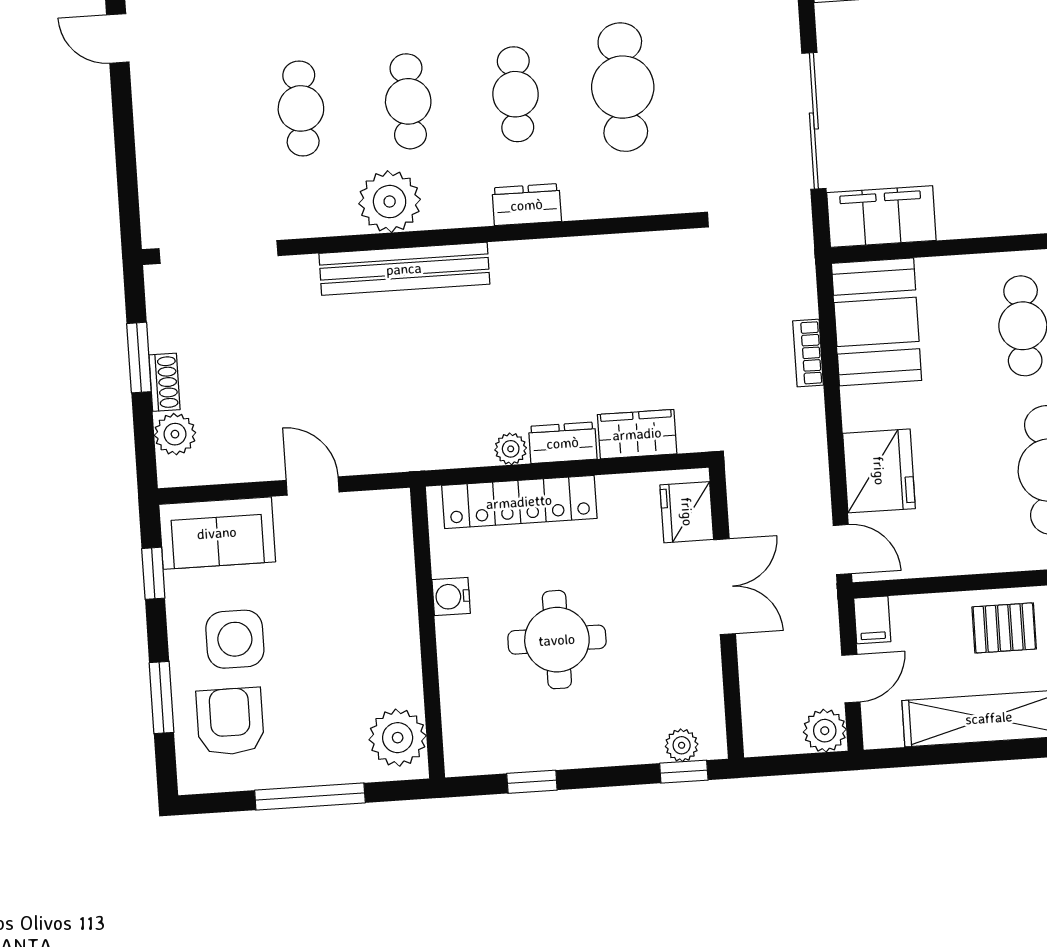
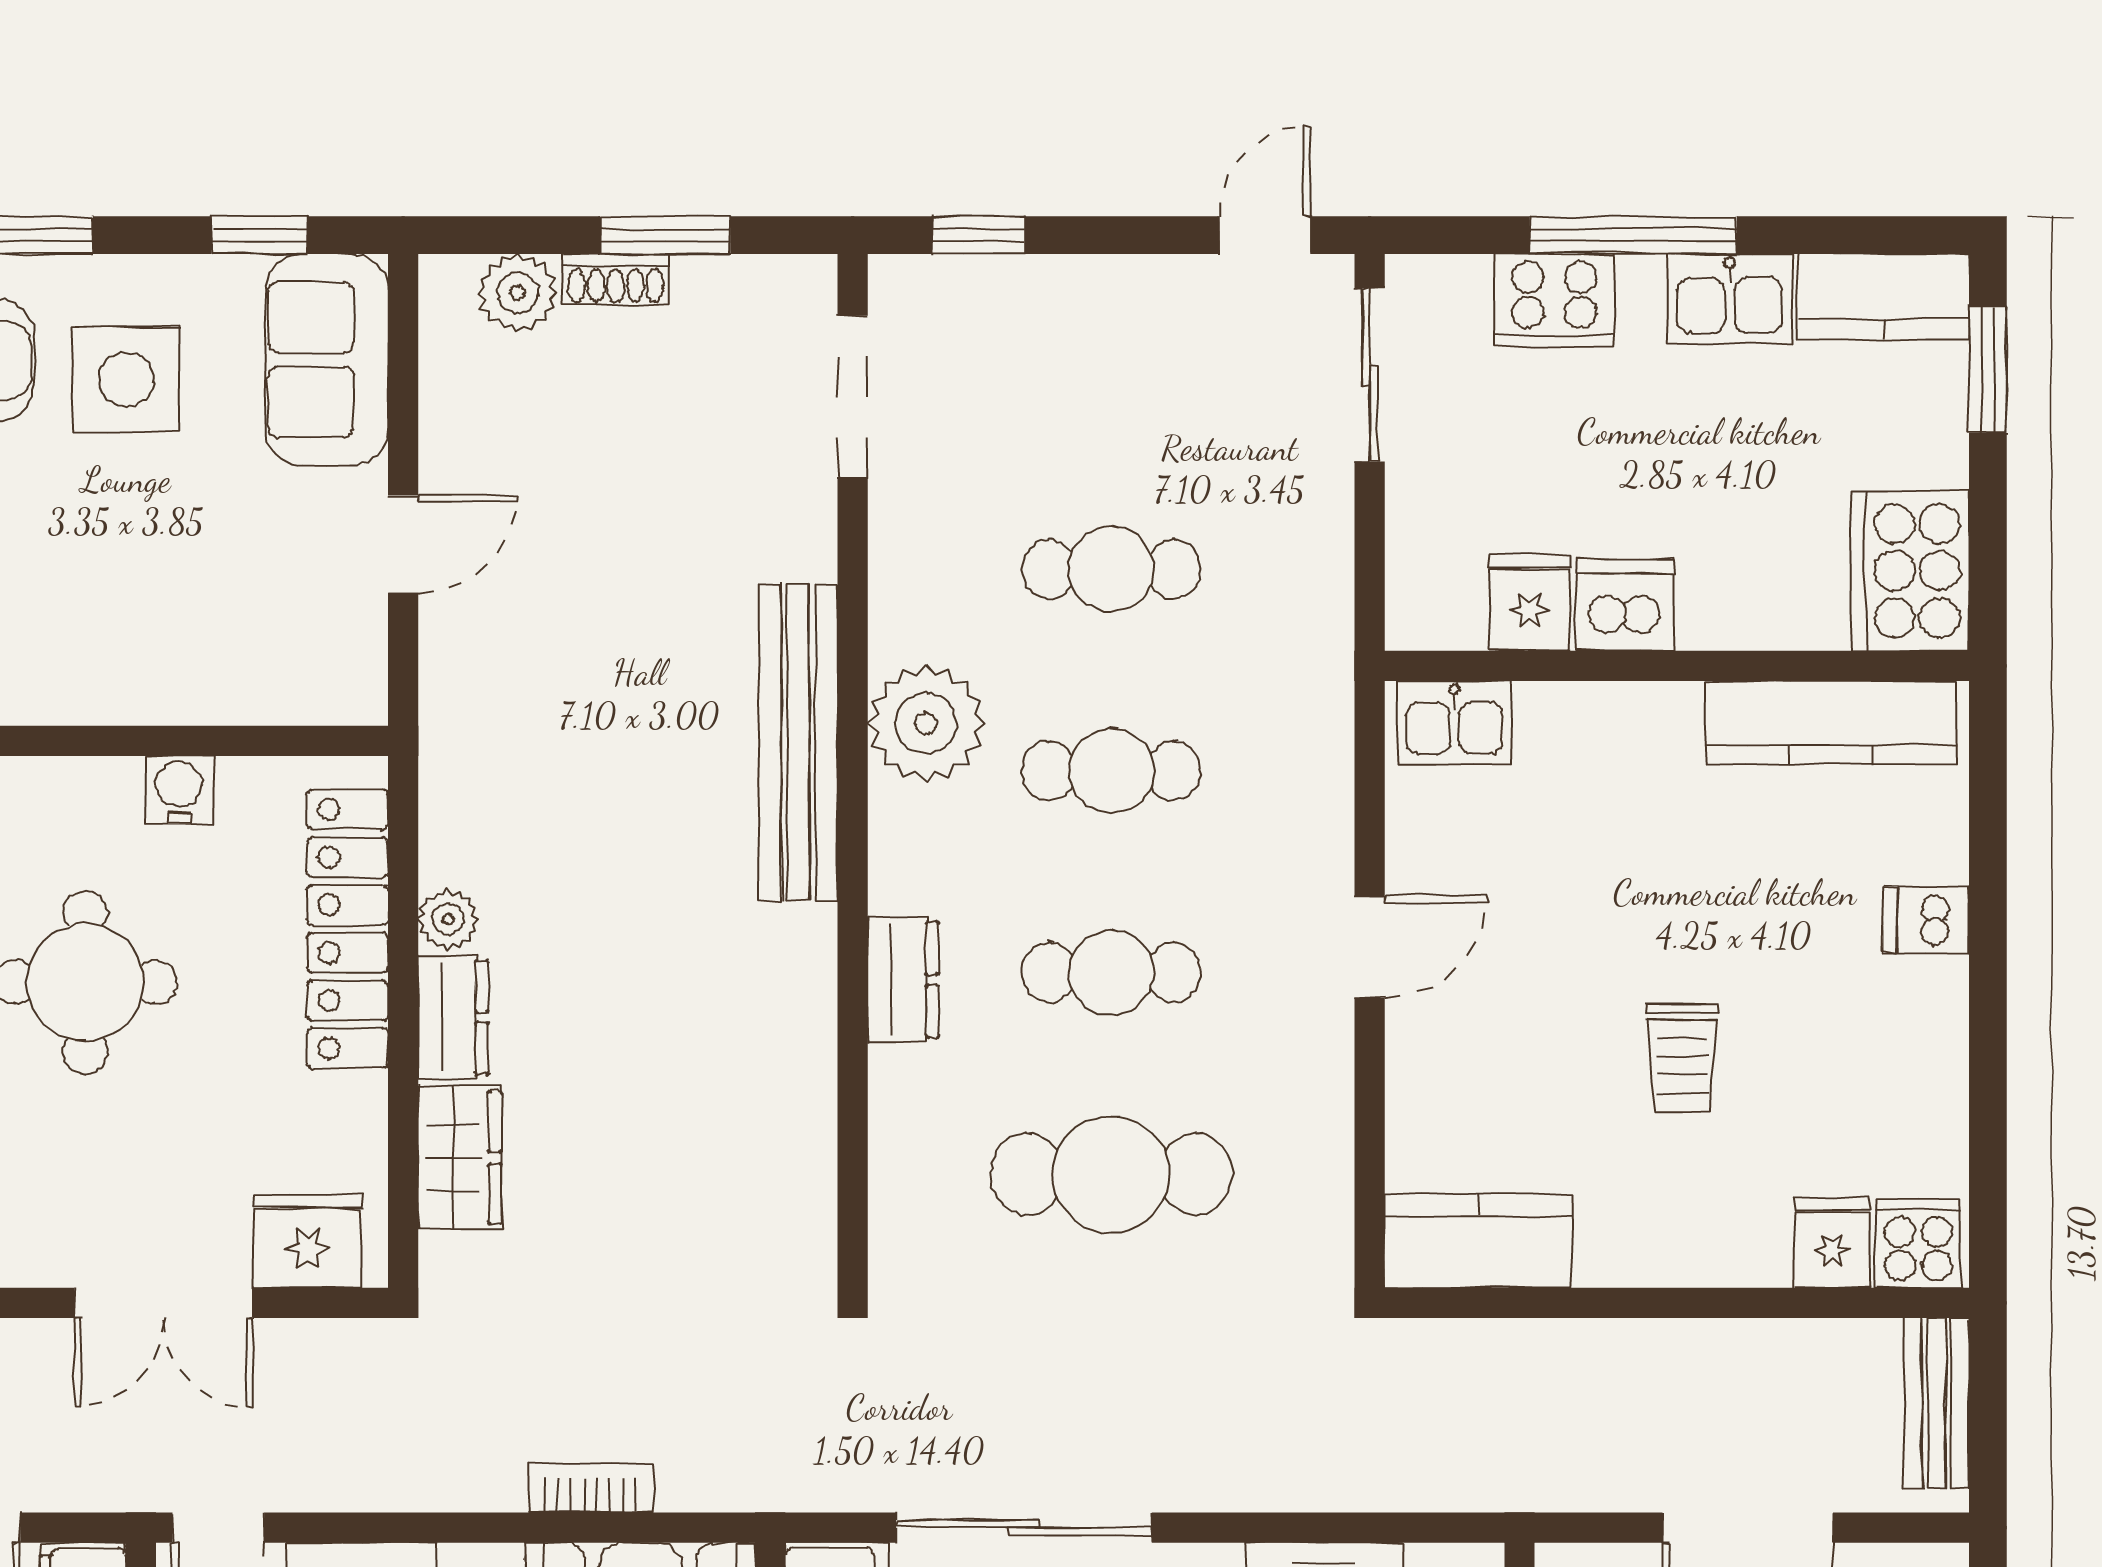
window: (128, 191) -> (978, 235), added
doorway: (219, 252) -> (853, 397), width x0.73

